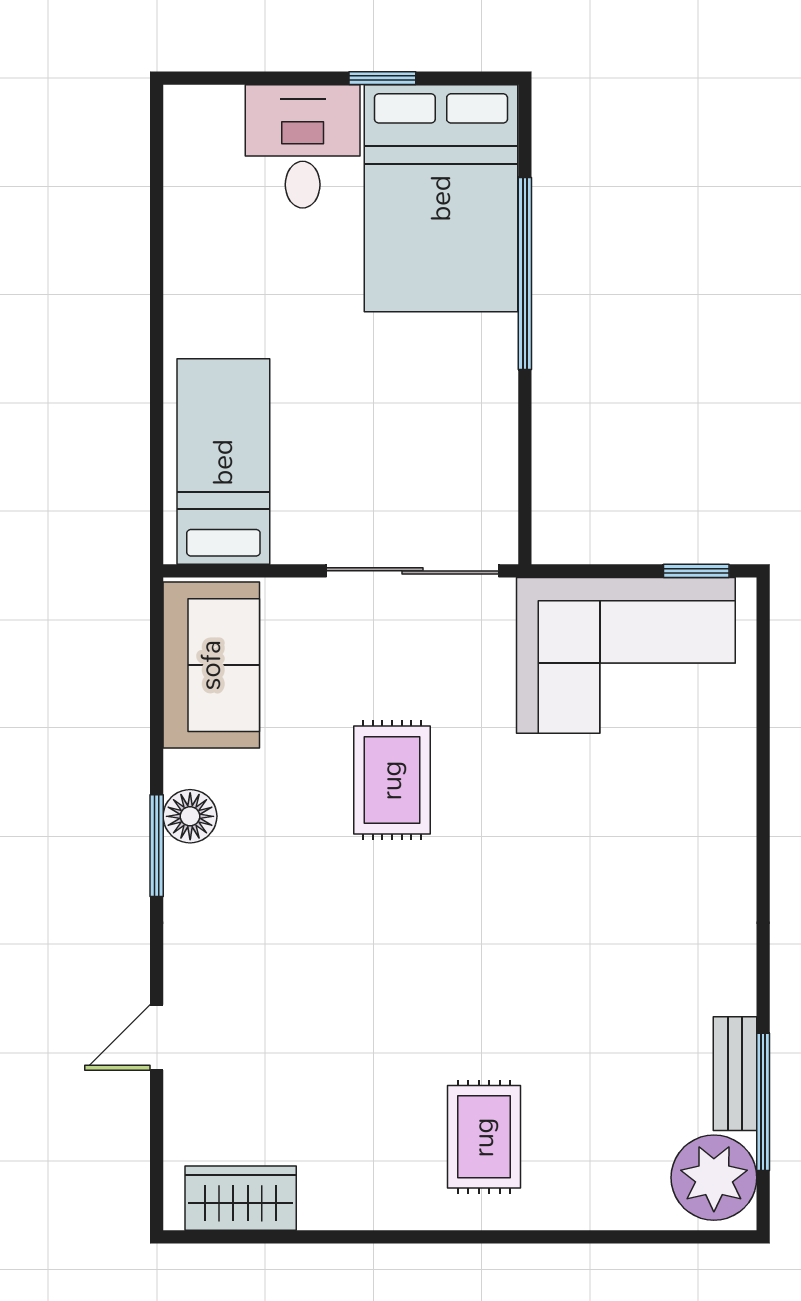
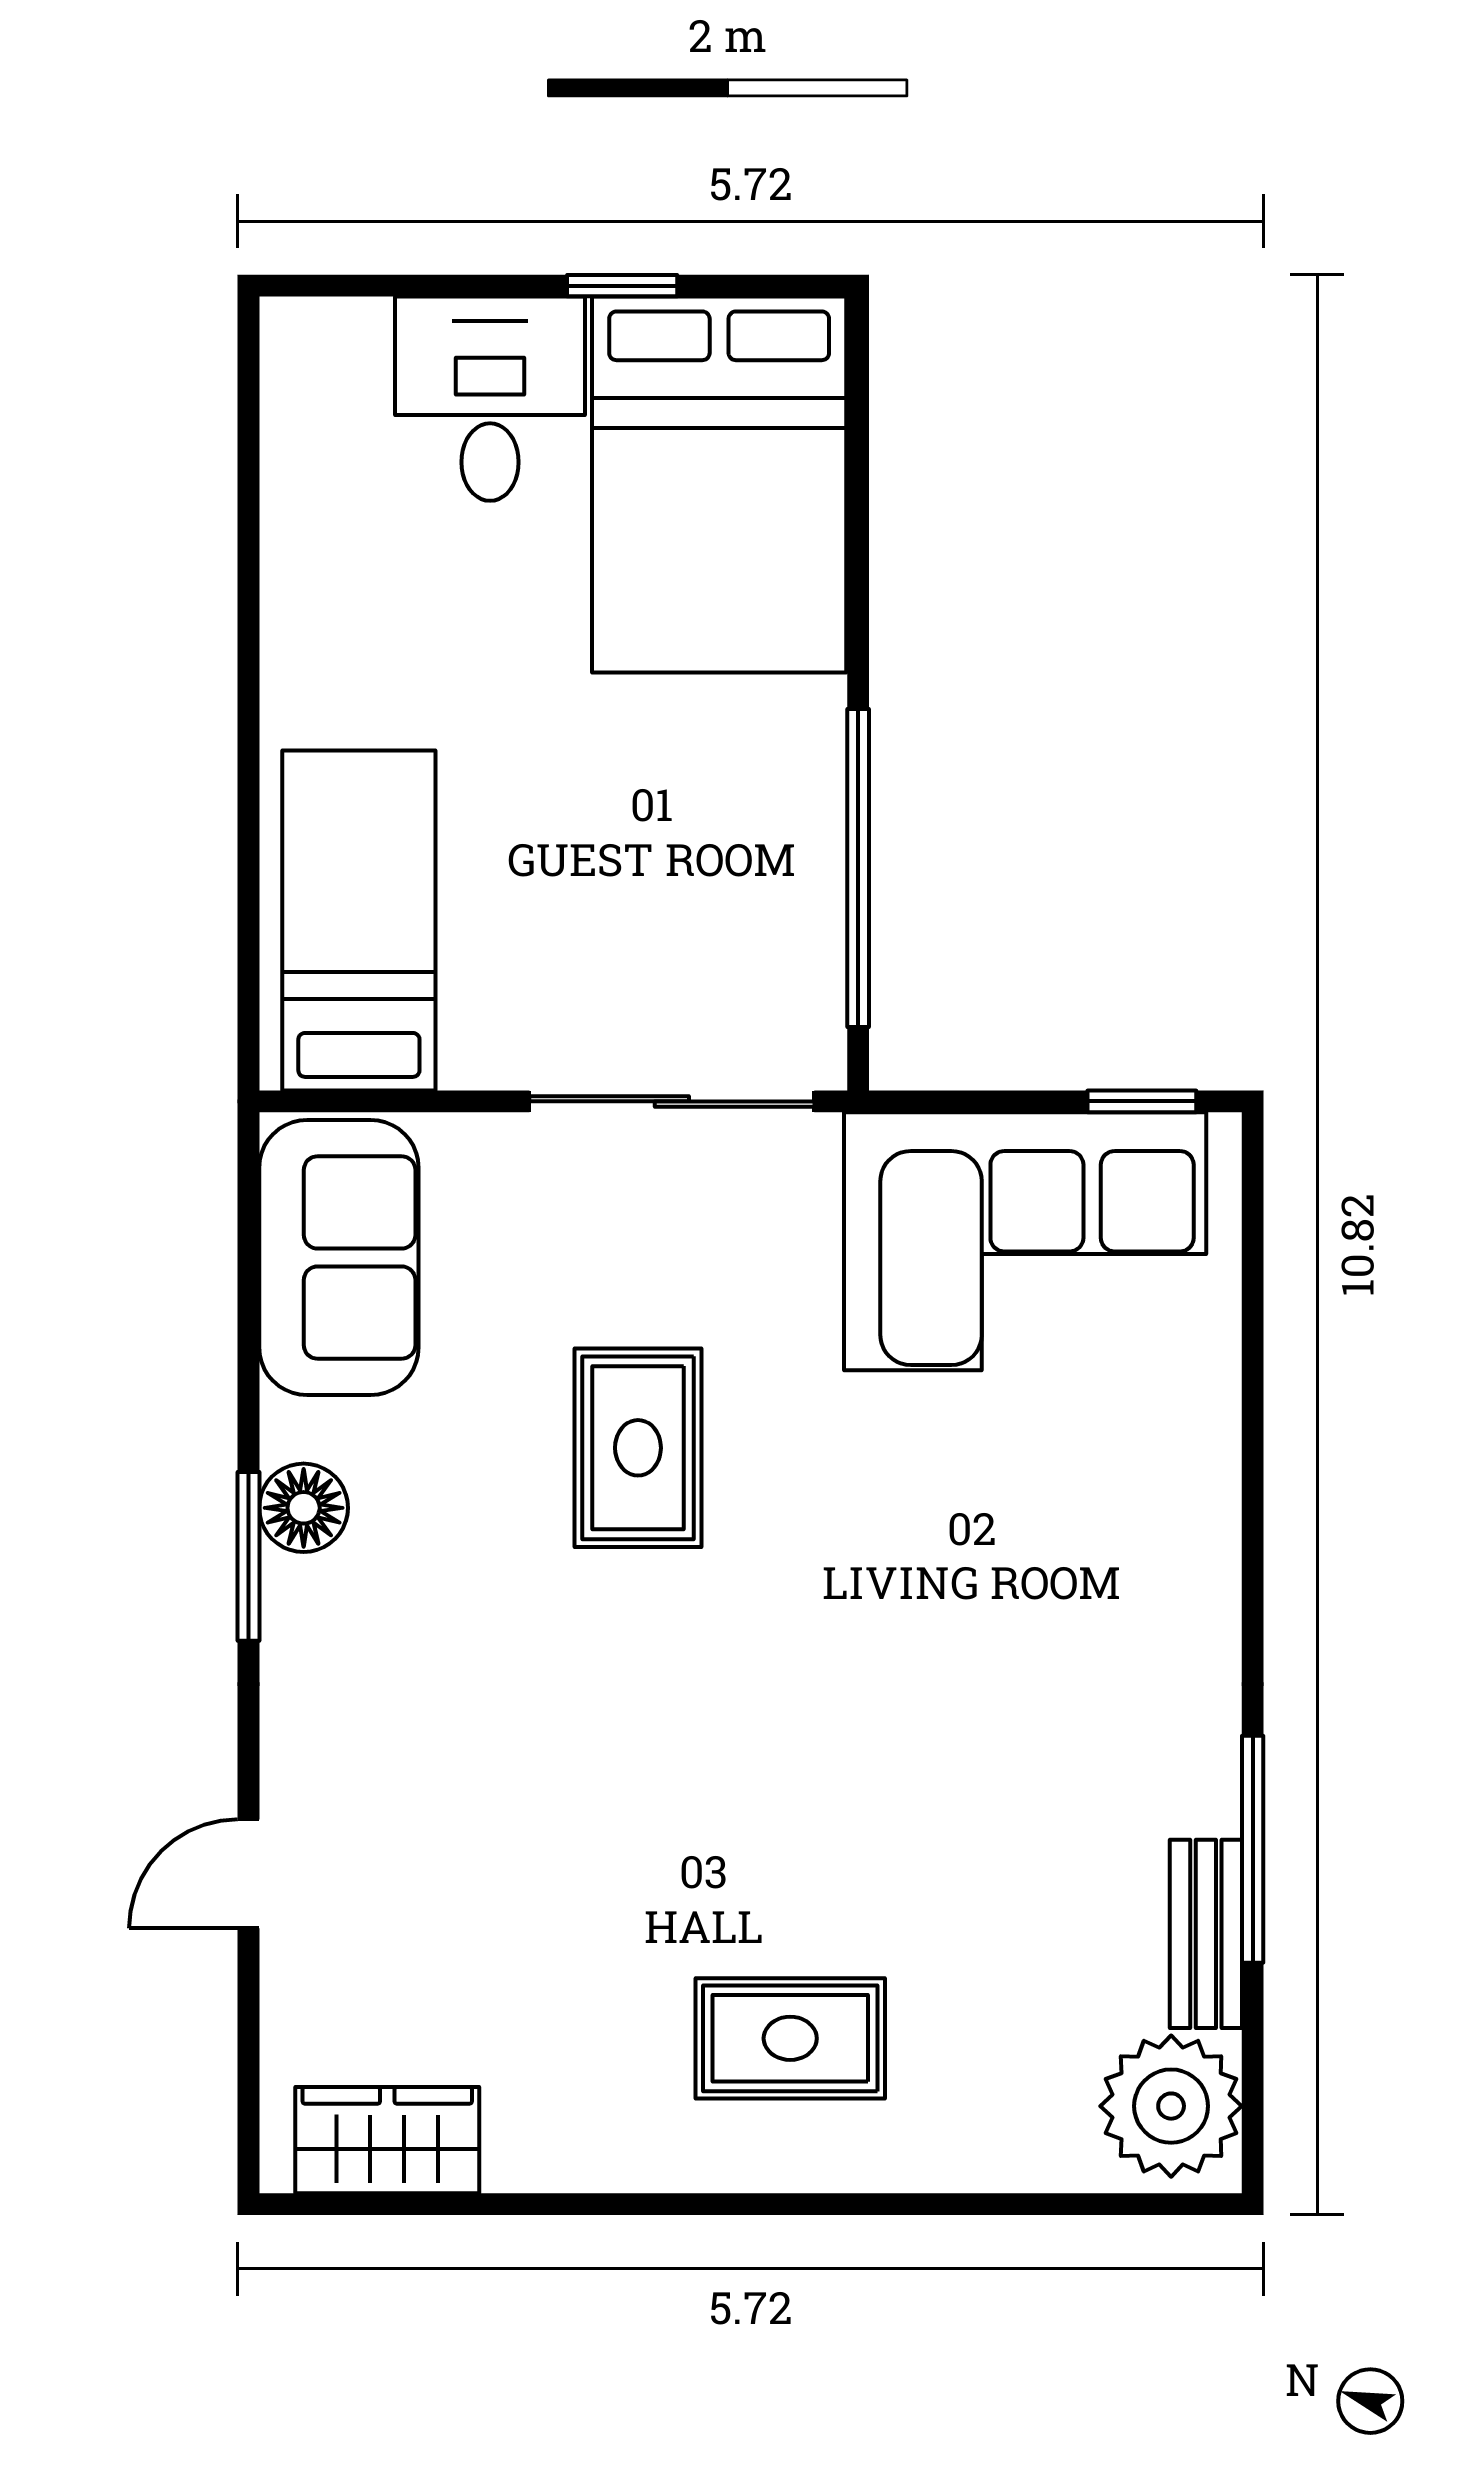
window: (525, 273) -> (858, 868), moved
window: (763, 1102) -> (1253, 1849), moved
rug: (484, 1137) -> (790, 2038), turned 90

